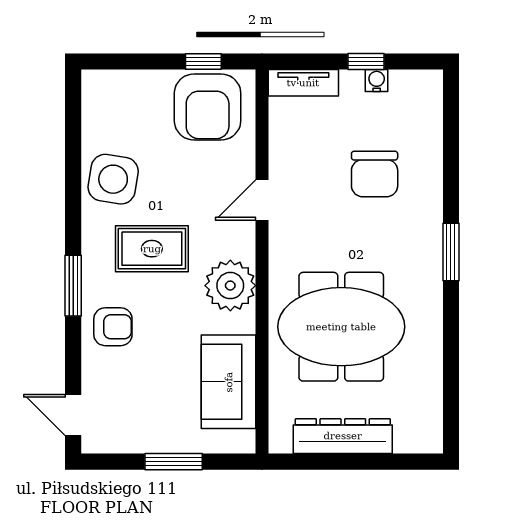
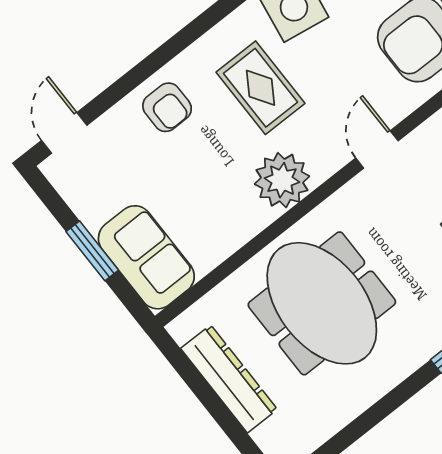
door: (262, 200) -> (377, 149), hinge flipped
window: (73, 286) -> (175, 45), removed
sofa: (229, 382) -> (146, 257), moved, turned 90

